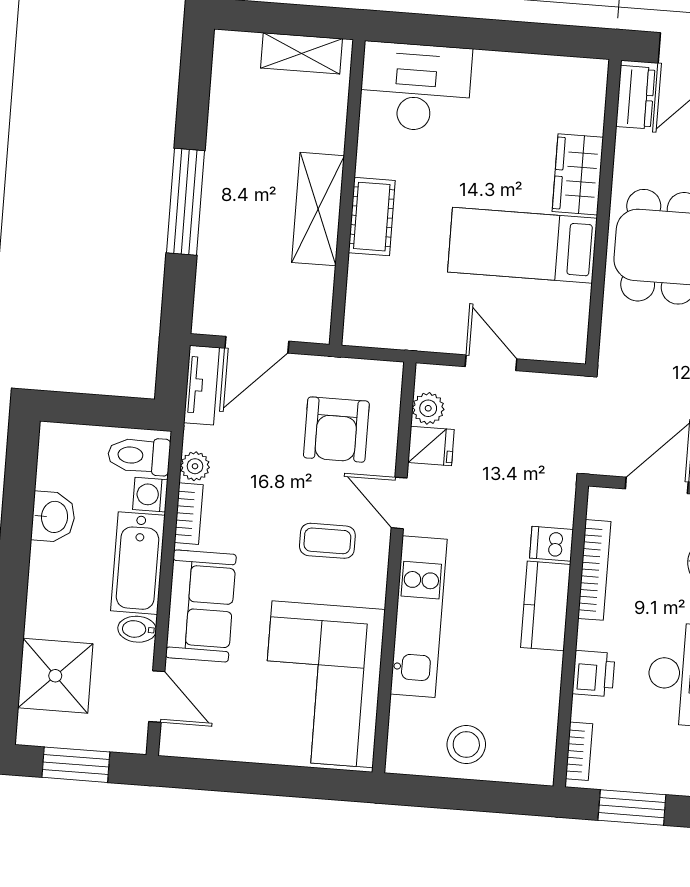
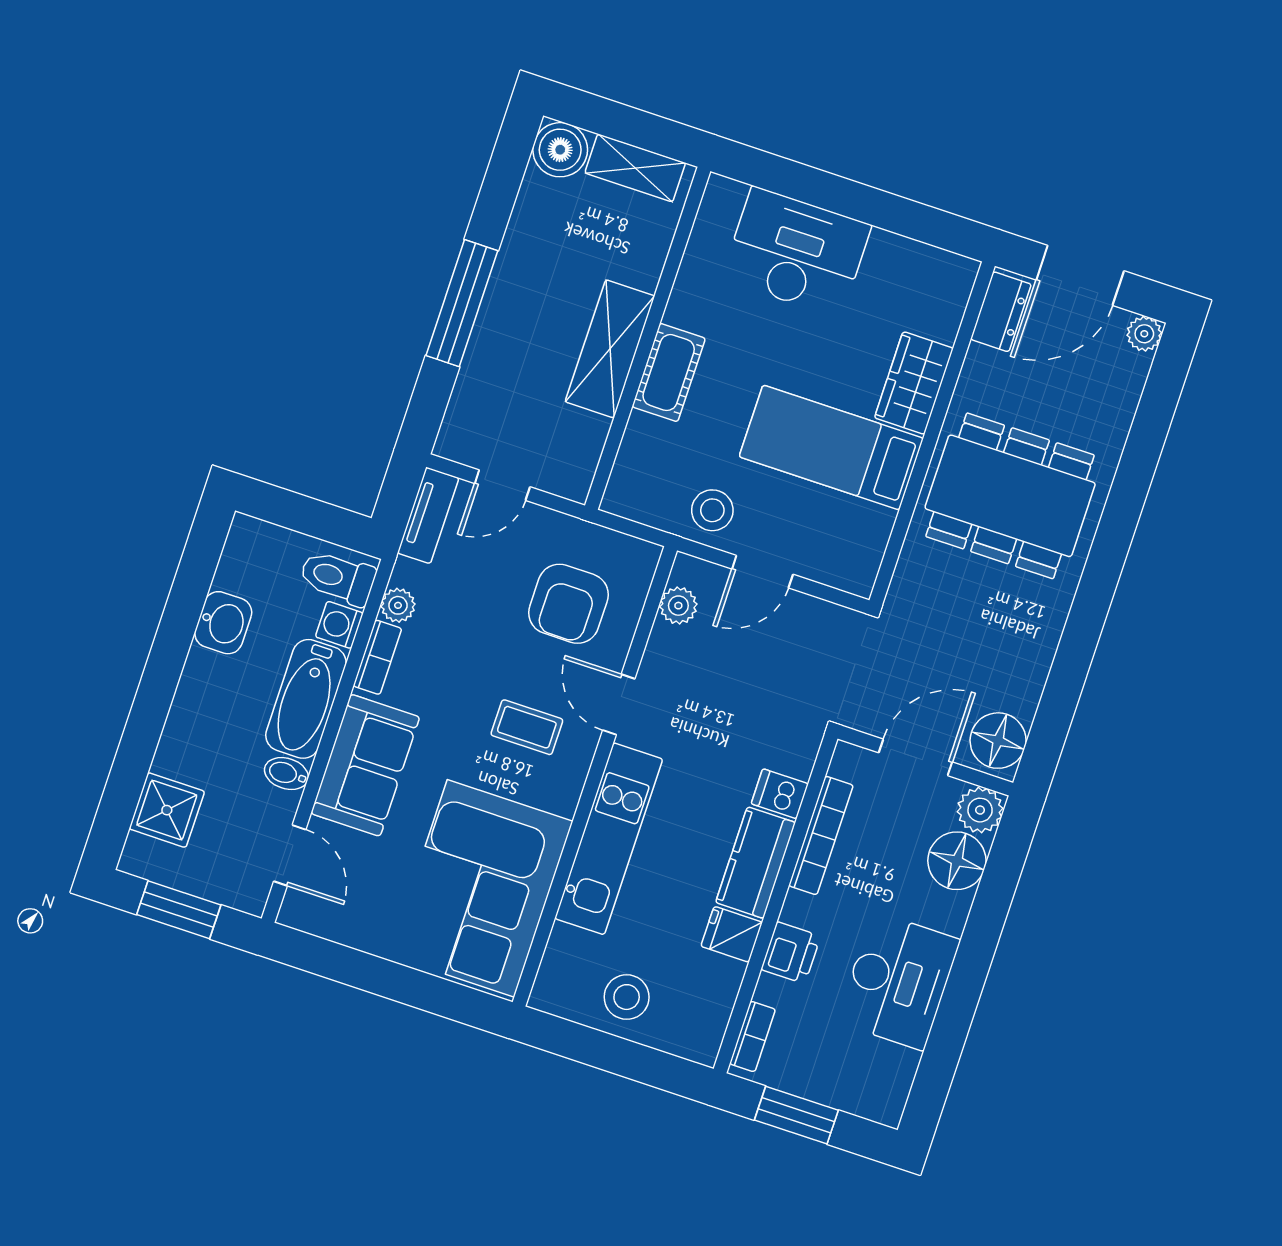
boiler: (235, 54) -> (560, 150), added
desk: (416, 87) -> (796, 252), moved
stool: (437, 322) -> (712, 510), added
door: (257, 345) -> (502, 485), width x0.73
door: (491, 363) -> (762, 572), swing flipped
fridge: (431, 446) -> (732, 934), moved, turned 180
shower: (55, 676) -> (167, 810), width x0.73, depth x0.73

